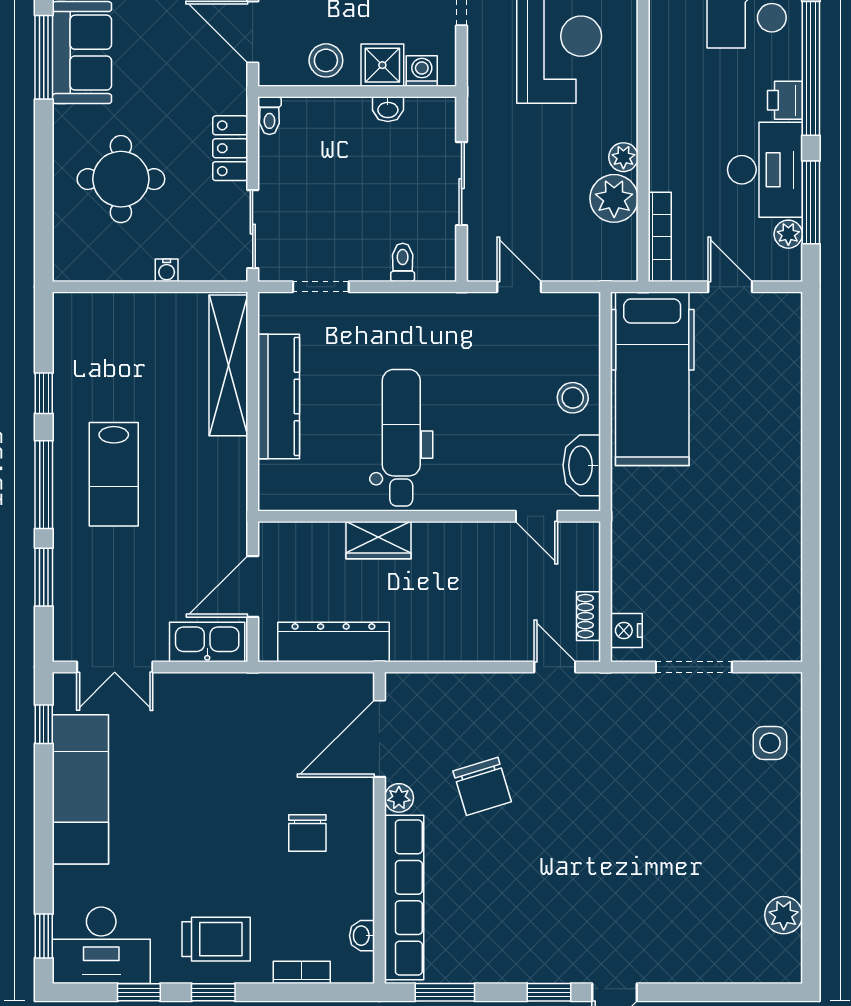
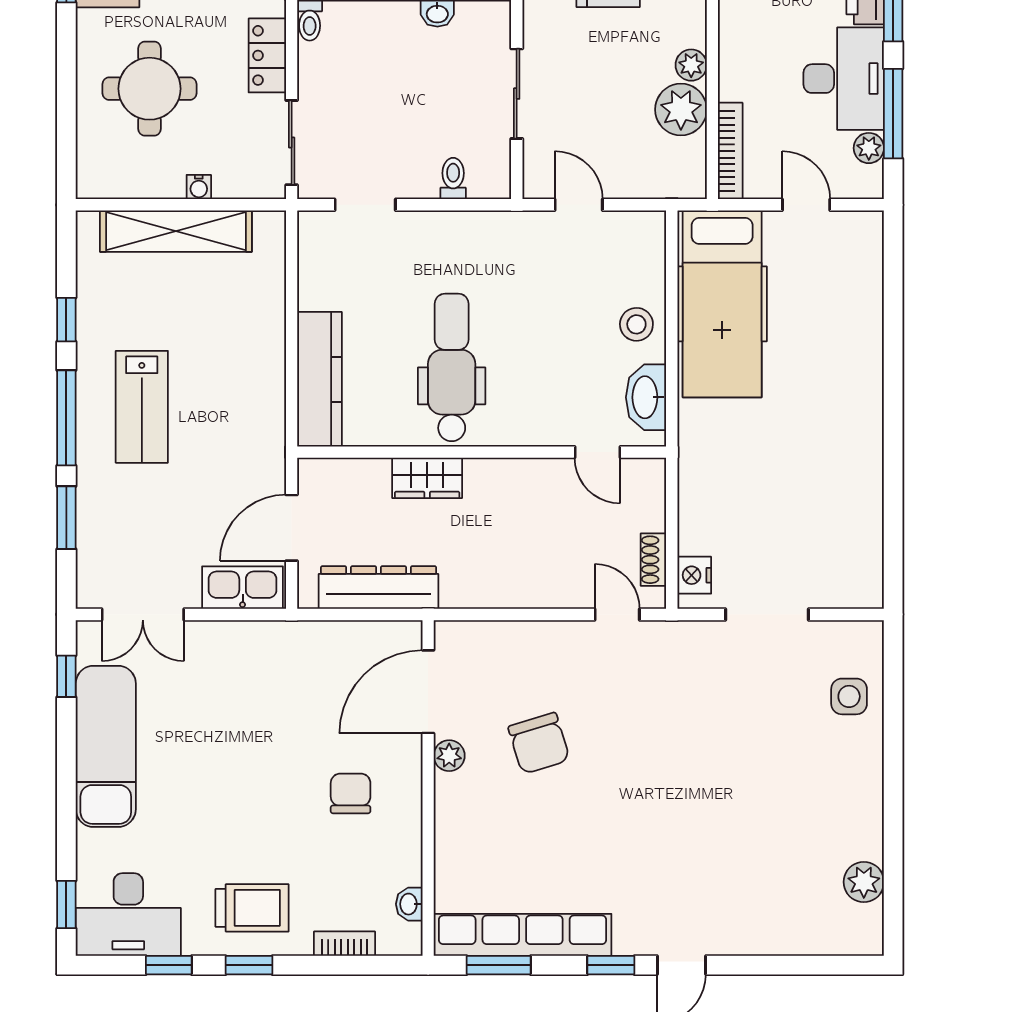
shelving: (228, 365) -> (176, 231), moved, turned 90
kitchen counter: (279, 397) -> (320, 379), moved
chair: (307, 833) -> (351, 793), turned 180
row of seats: (404, 898) -> (523, 935), moved, turned -90

